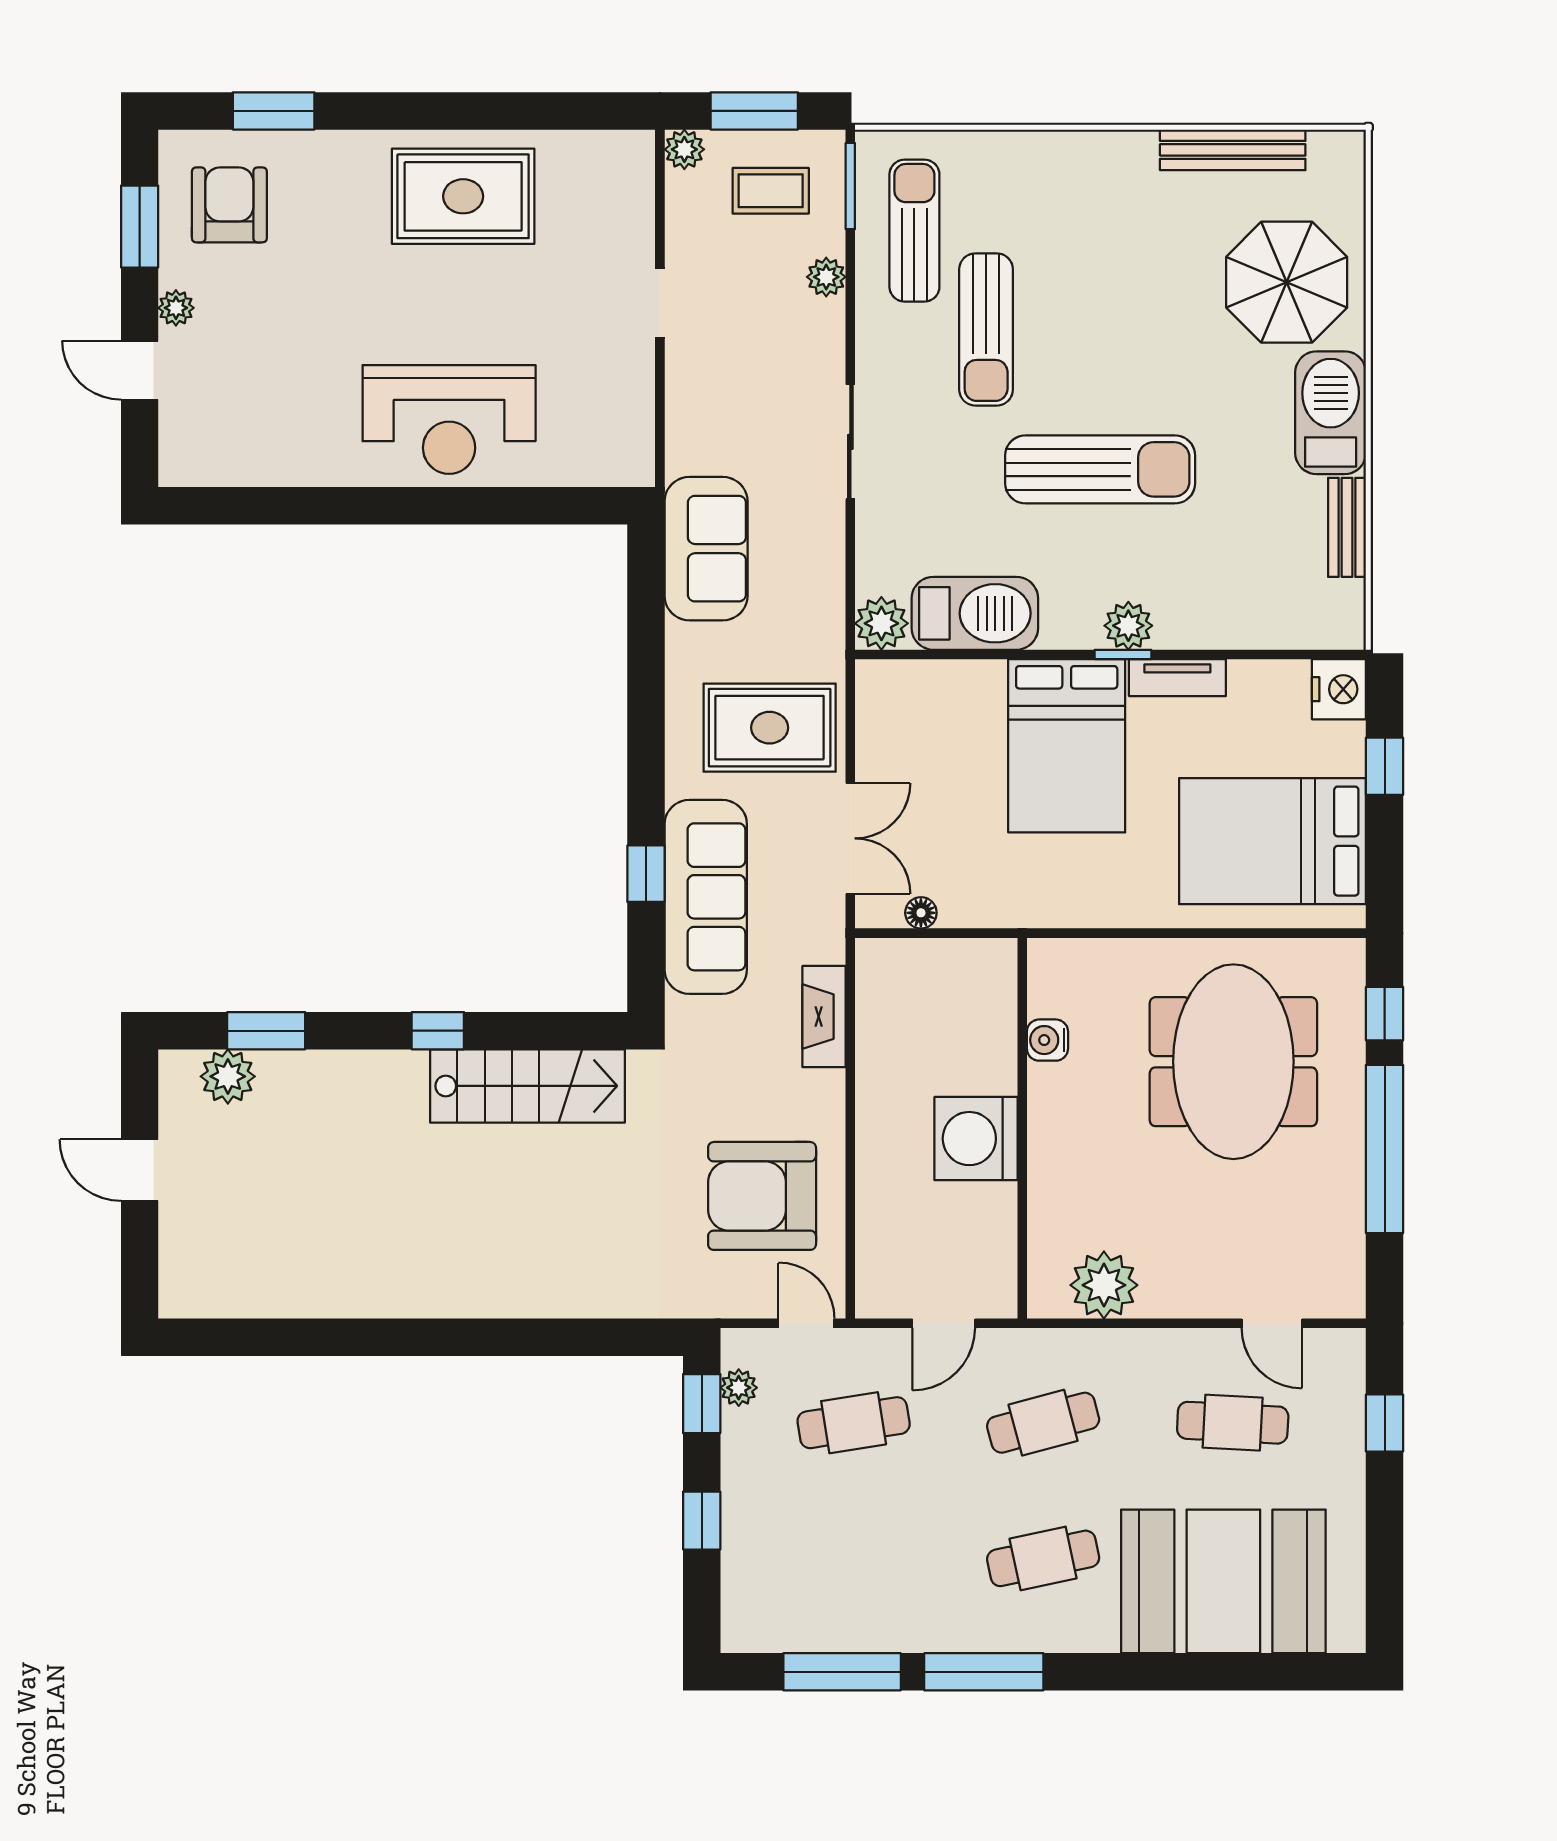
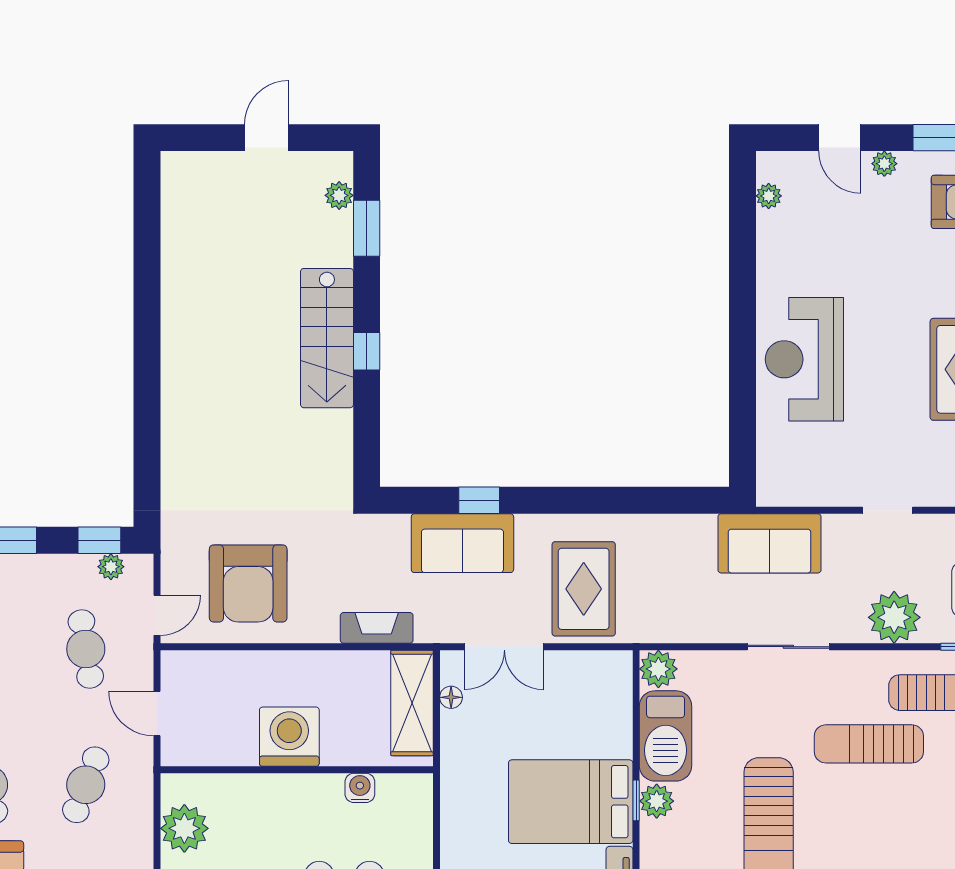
plant: (826, 277) -> (894, 617), width x1.88, depth x1.88
door: (140, 370) -> (840, 138), swing flipped
plant: (221, 469) -> (769, 196), added
sofa: (706, 549) -> (769, 543), moved
plant: (1128, 626) -> (657, 801), moved
window: (1123, 654) -> (636, 800), moved
sofa: (706, 897) -> (462, 543), width x0.73
shelving: (929, 967) -> (412, 703), added
plant: (228, 1076) -> (339, 195), width x0.73, depth x0.73
stairs: (528, 1086) -> (327, 338), moved
armchair: (762, 1196) -> (248, 583), turned 180
cafe table: (1043, 1423) -> (86, 785), turned 36

